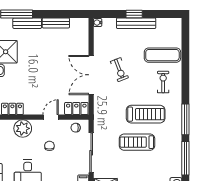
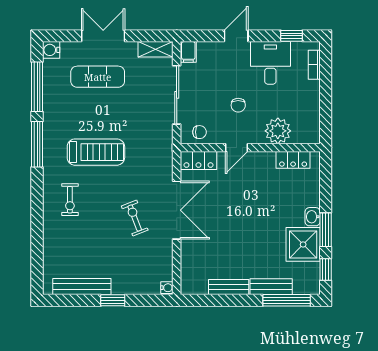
bench: (136, 23) -> (82, 287), moved
exercise mat: (162, 55) -> (98, 77), moved
treadmill: (146, 114) -> (96, 152), turned 180
treadmill: (137, 142) -> (109, 111), removed

